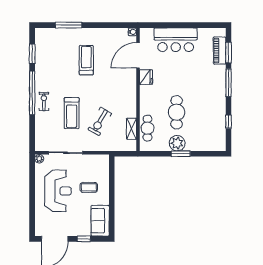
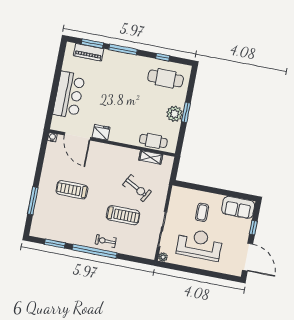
cafe table: (177, 112) -> (166, 78), moved

